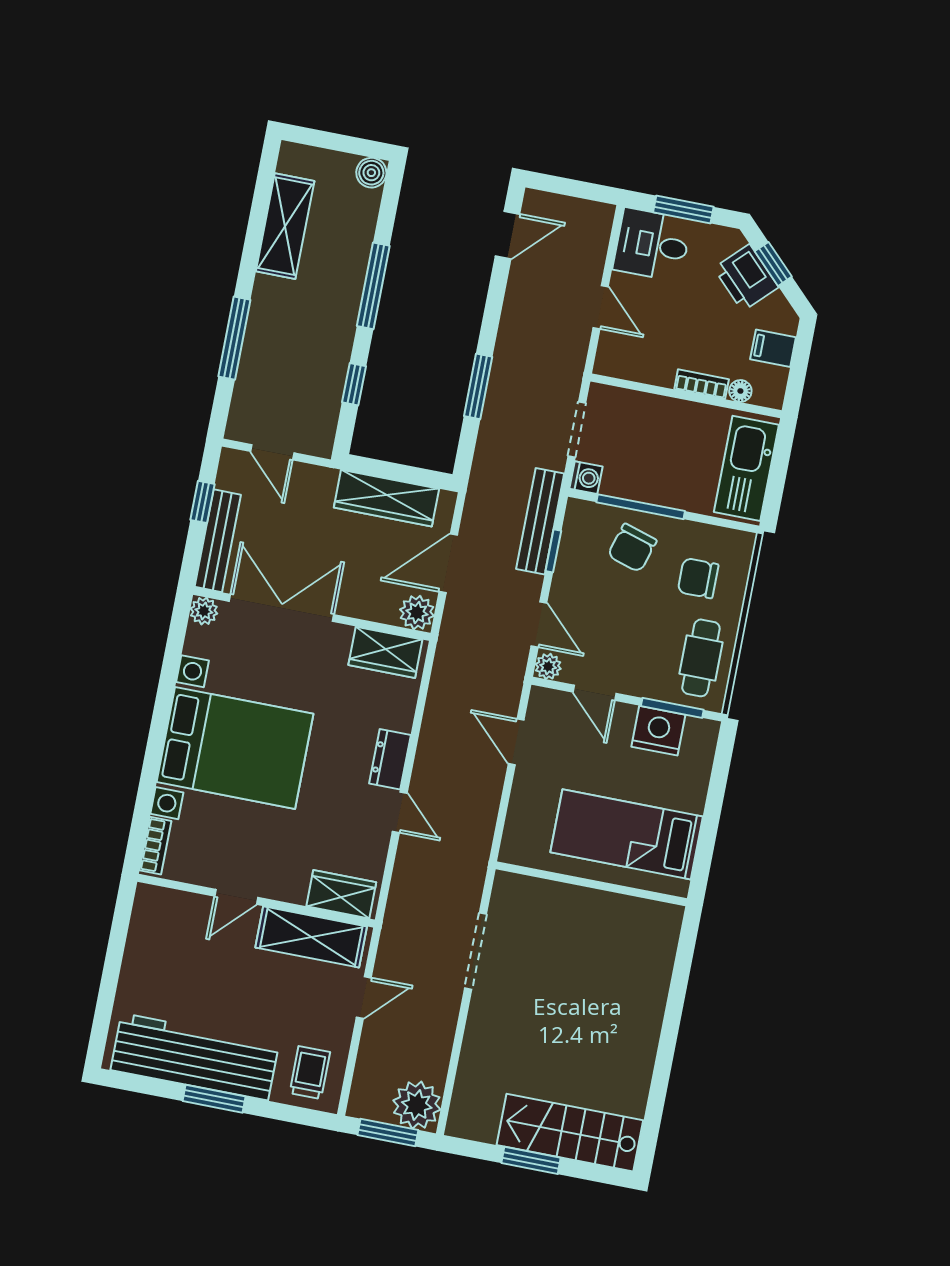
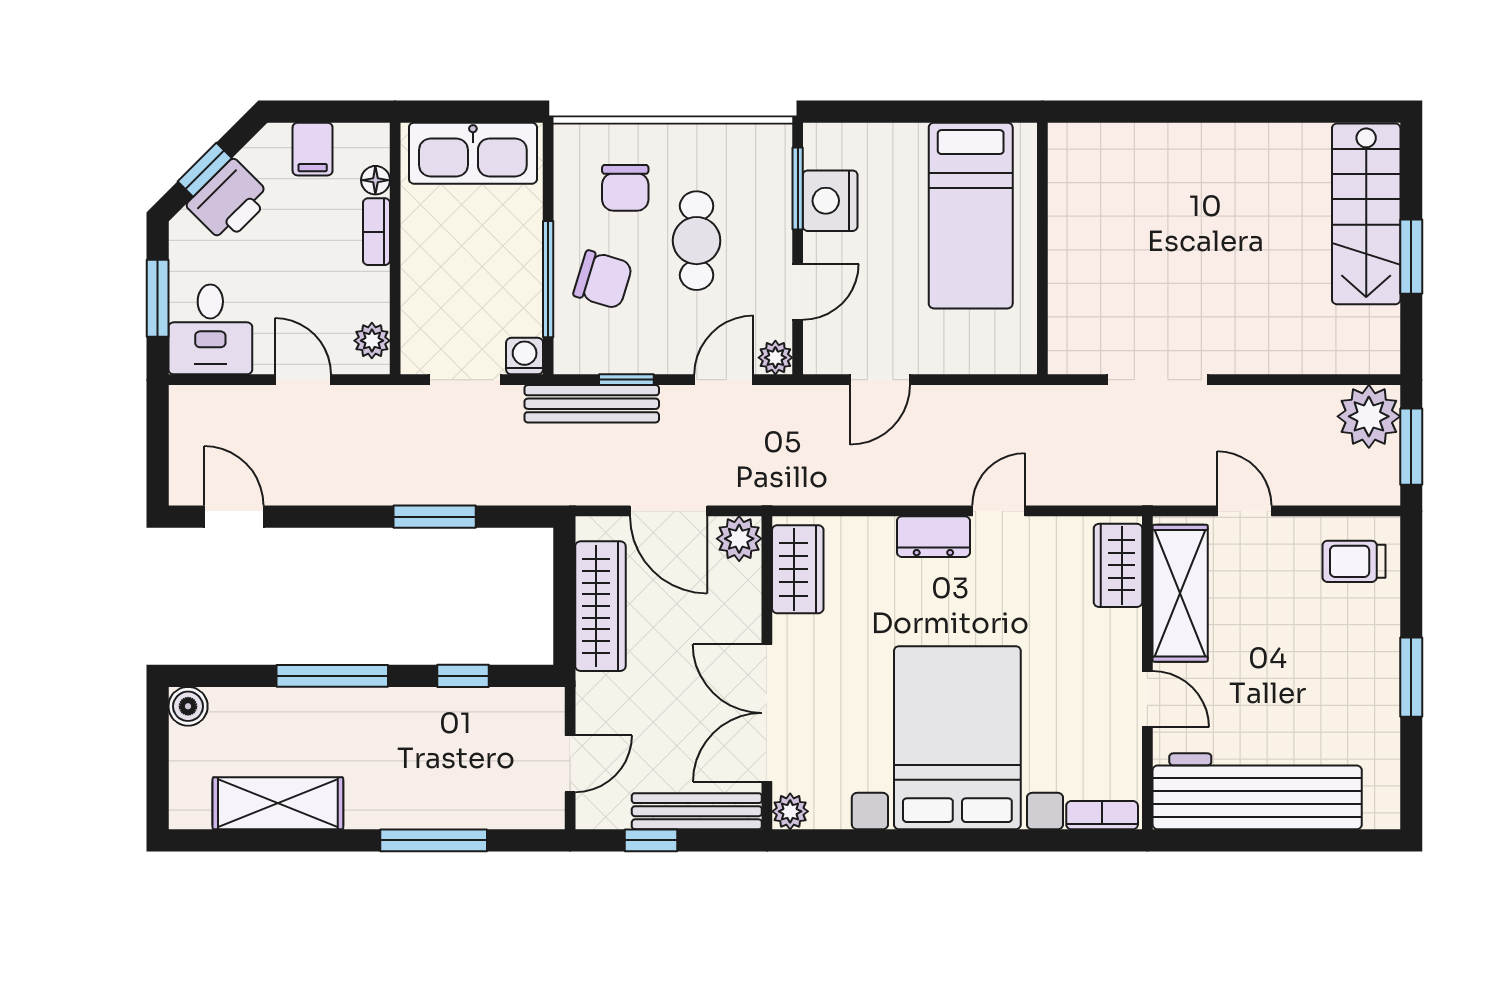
door: (601, 307) -> (303, 380), hinge flipped
plant: (620, 365) -> (372, 341), added
cafe table: (701, 658) -> (697, 241), moved, turned 90
workbench: (195, 1057) -> (1257, 791), moved, turned 90

